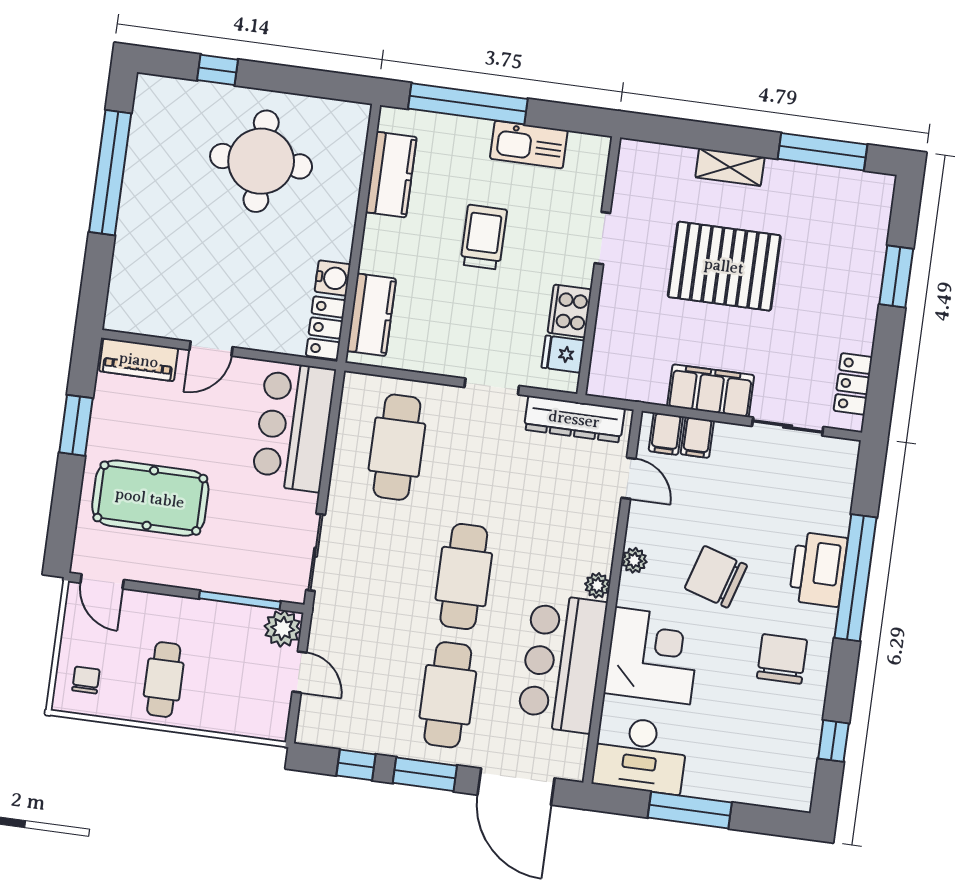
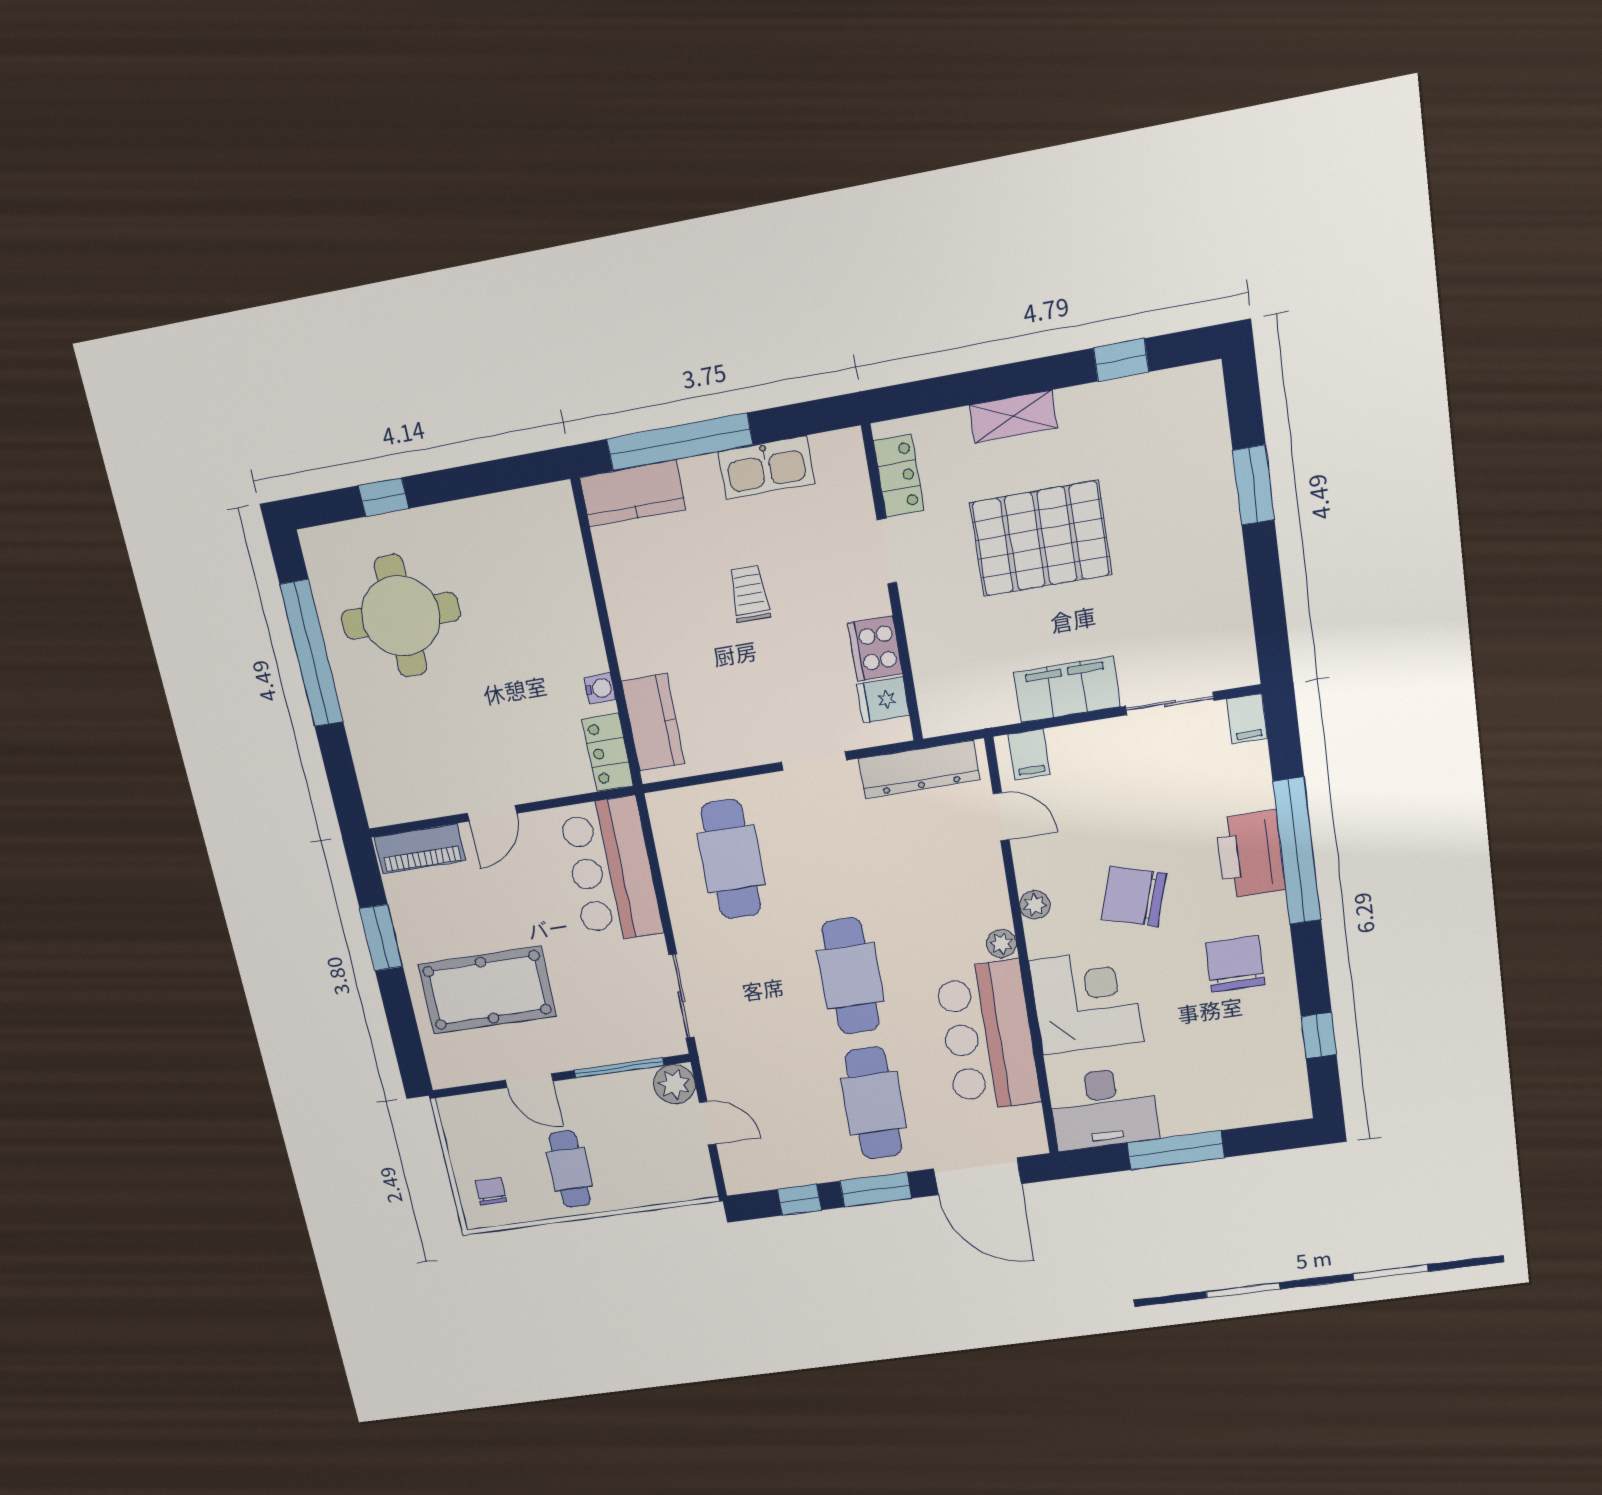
window: (823, 152) -> (1121, 360), width x0.46
round table: (261, 161) -> (401, 616), moved
kitchen counter: (391, 175) -> (633, 493), moved, turned 90
trolley: (484, 237) -> (749, 594), width x0.73, depth x0.72
water cooler: (333, 278) -> (600, 688), width x0.72, depth x0.72
locker: (853, 384) -> (899, 476), moved, turned 180
filing cabinet: (697, 437) -> (1247, 719), moved
door: (102, 581) -> (529, 1081), moved

